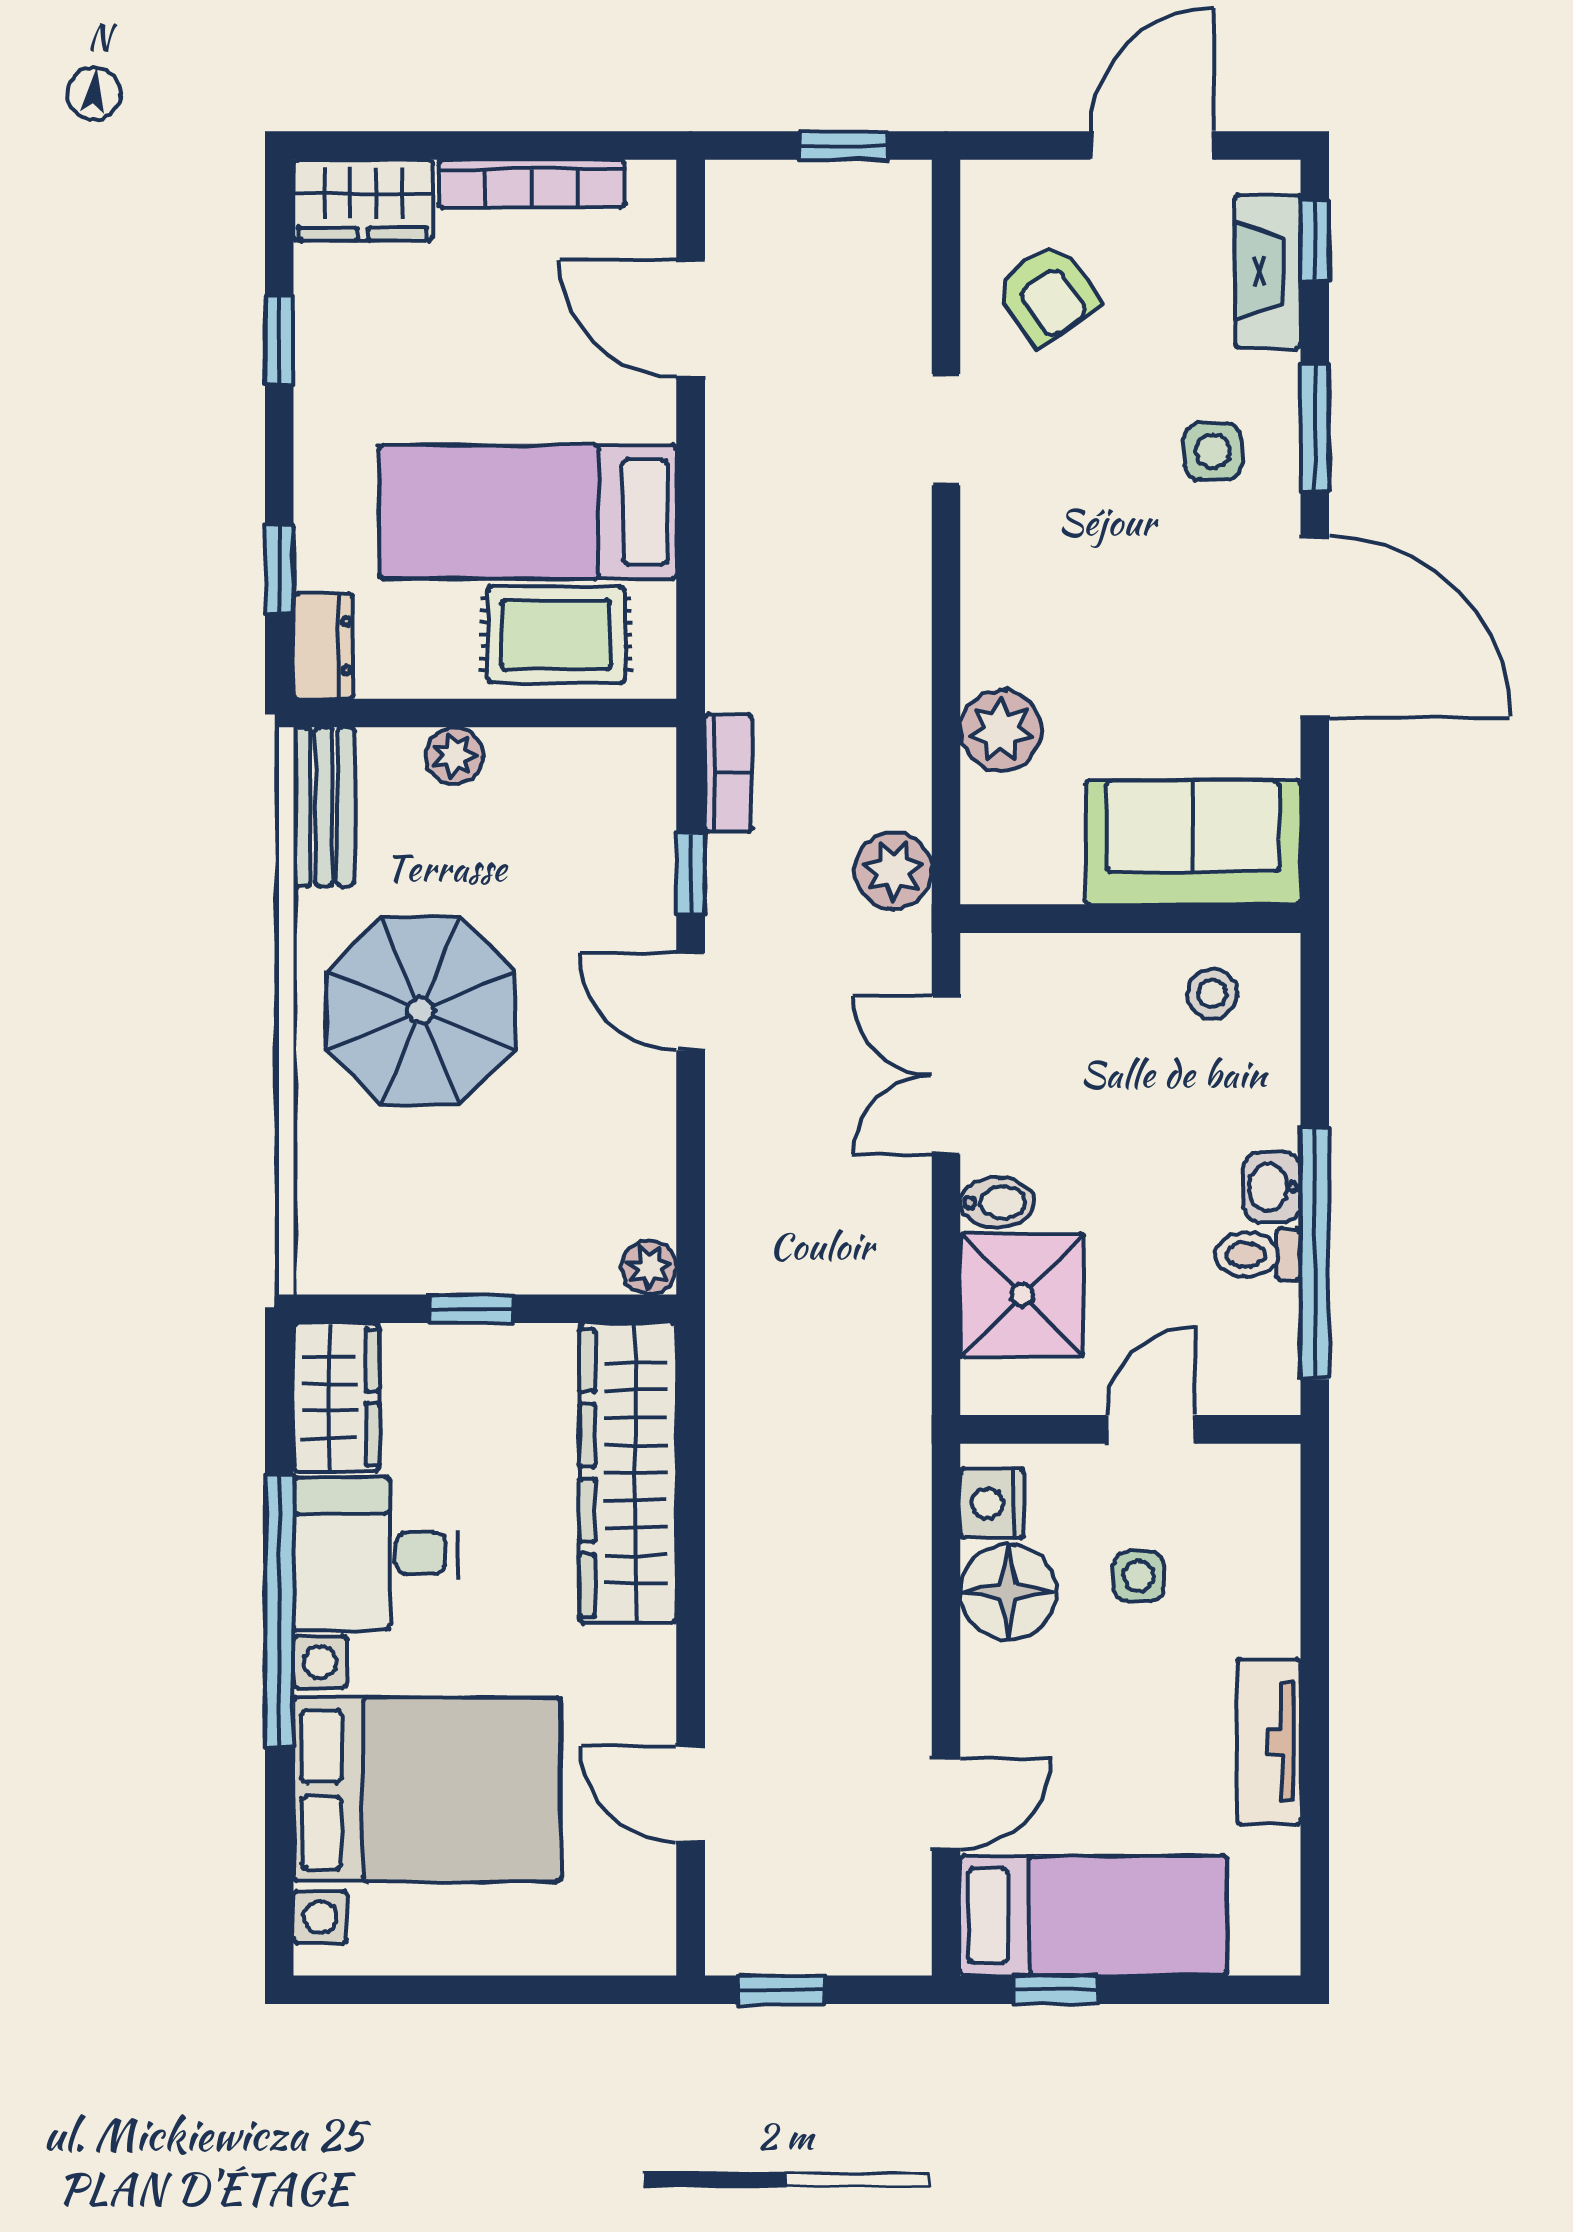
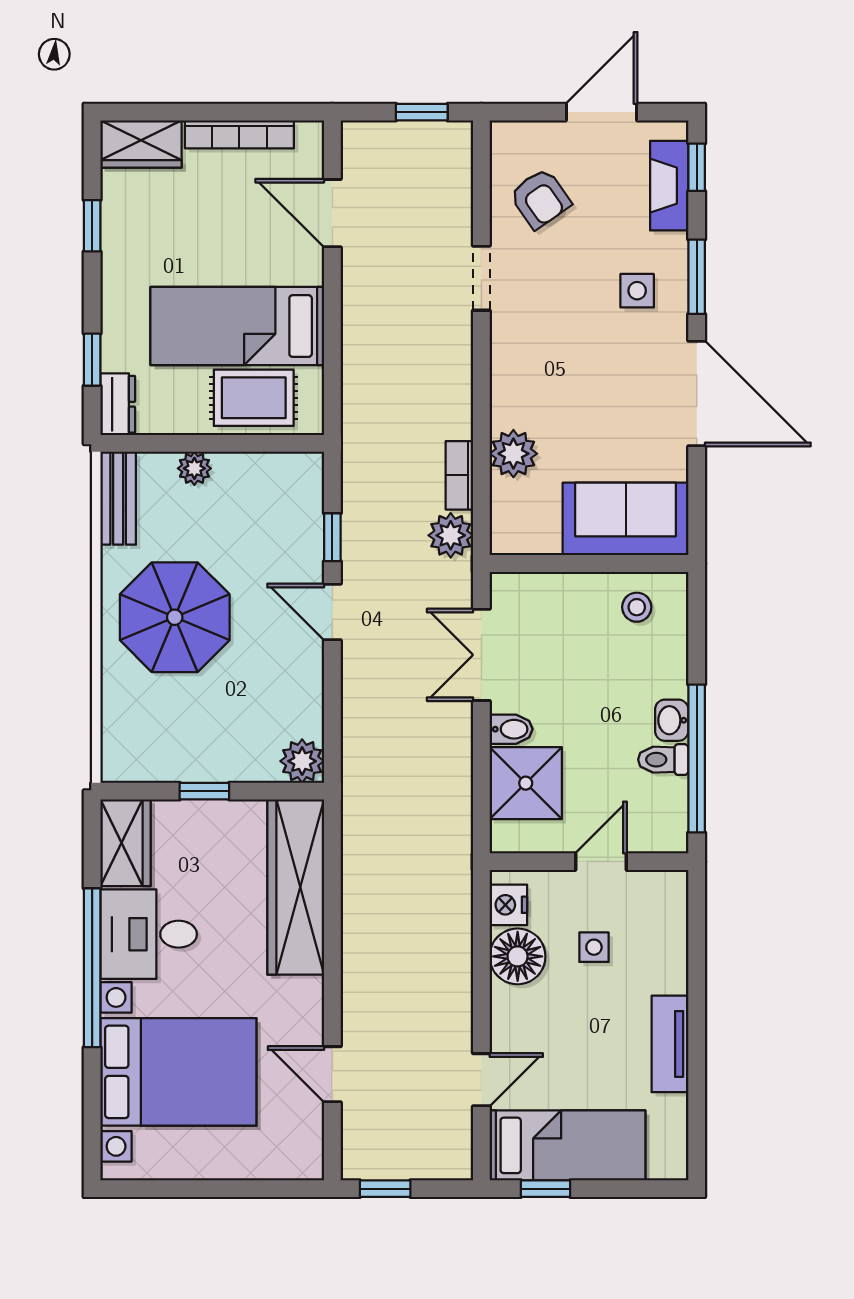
bookcase: (728, 773) -> (459, 475), moved, turned 180
plant: (649, 1267) -> (302, 761), width x1.38, depth x1.38

